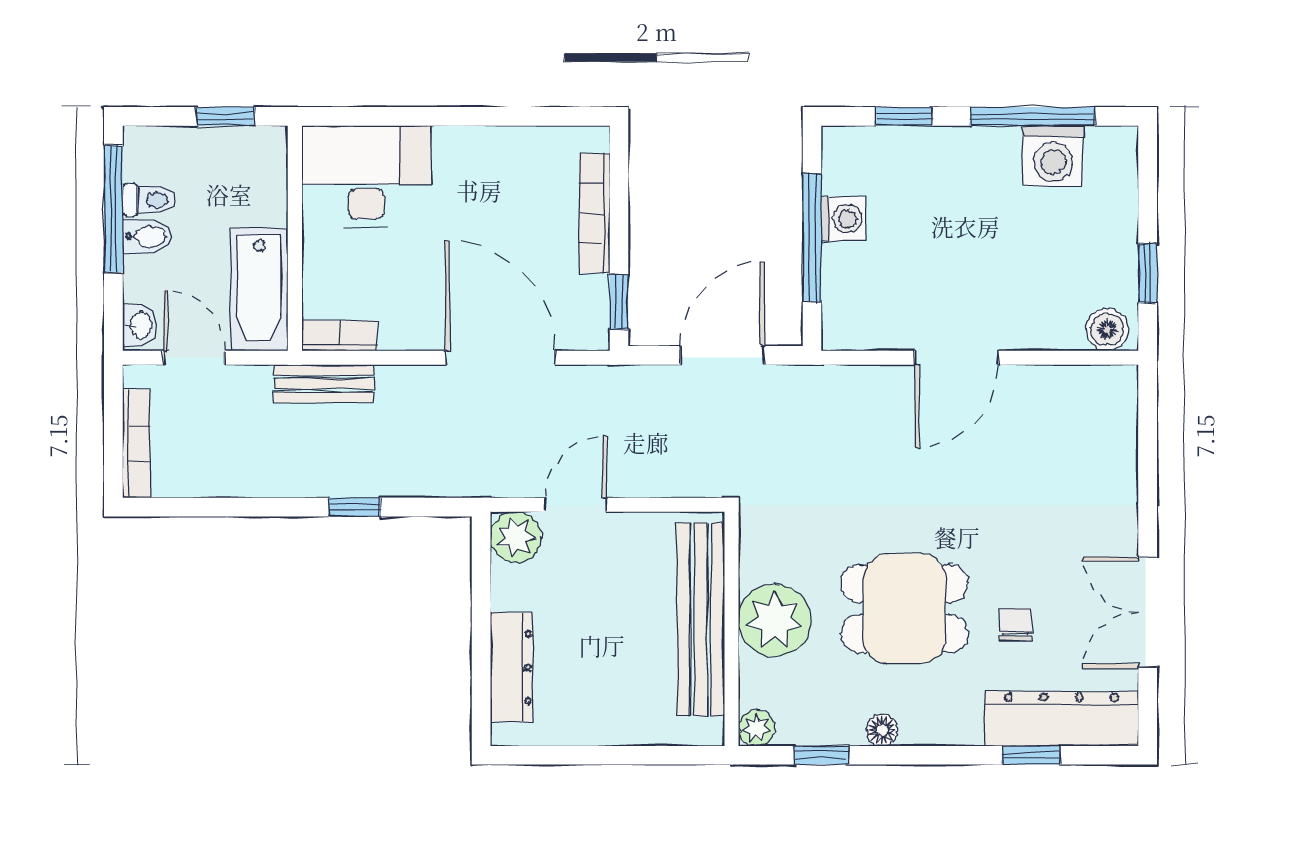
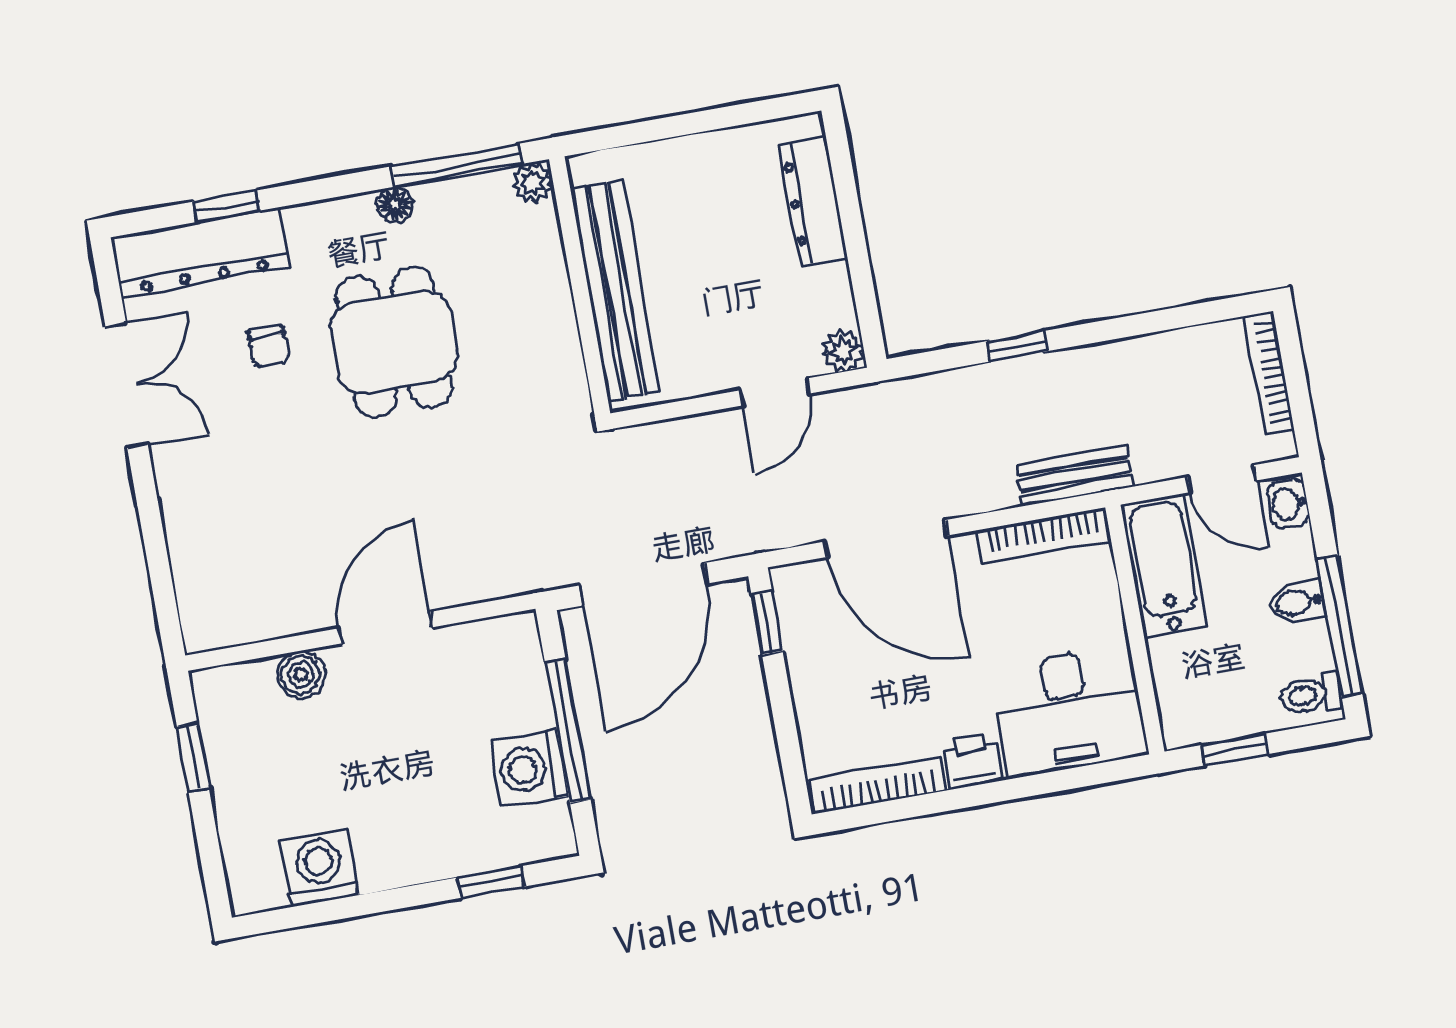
window: (1033, 116) -> (350, 907), removed
printer: (459, 148) -> (973, 761), added
toilet: (149, 200) -> (1311, 694), moved
bookcase: (594, 213) -> (878, 785), moved, turned -90
washing machine: (843, 219) -> (530, 768), width x1.38, depth x1.38
boiler: (1107, 329) -> (301, 675), moved
bookcase: (340, 336) -> (1043, 535), width x1.56
door: (722, 355) -> (643, 584), width x1.36
plant: (516, 537) -> (843, 351), width x0.73, depth x0.73
dining table: (904, 609) -> (394, 342), turned 90
plant: (775, 620) -> (534, 304), removed
window: (821, 755) -> (456, 165), width x2.17

